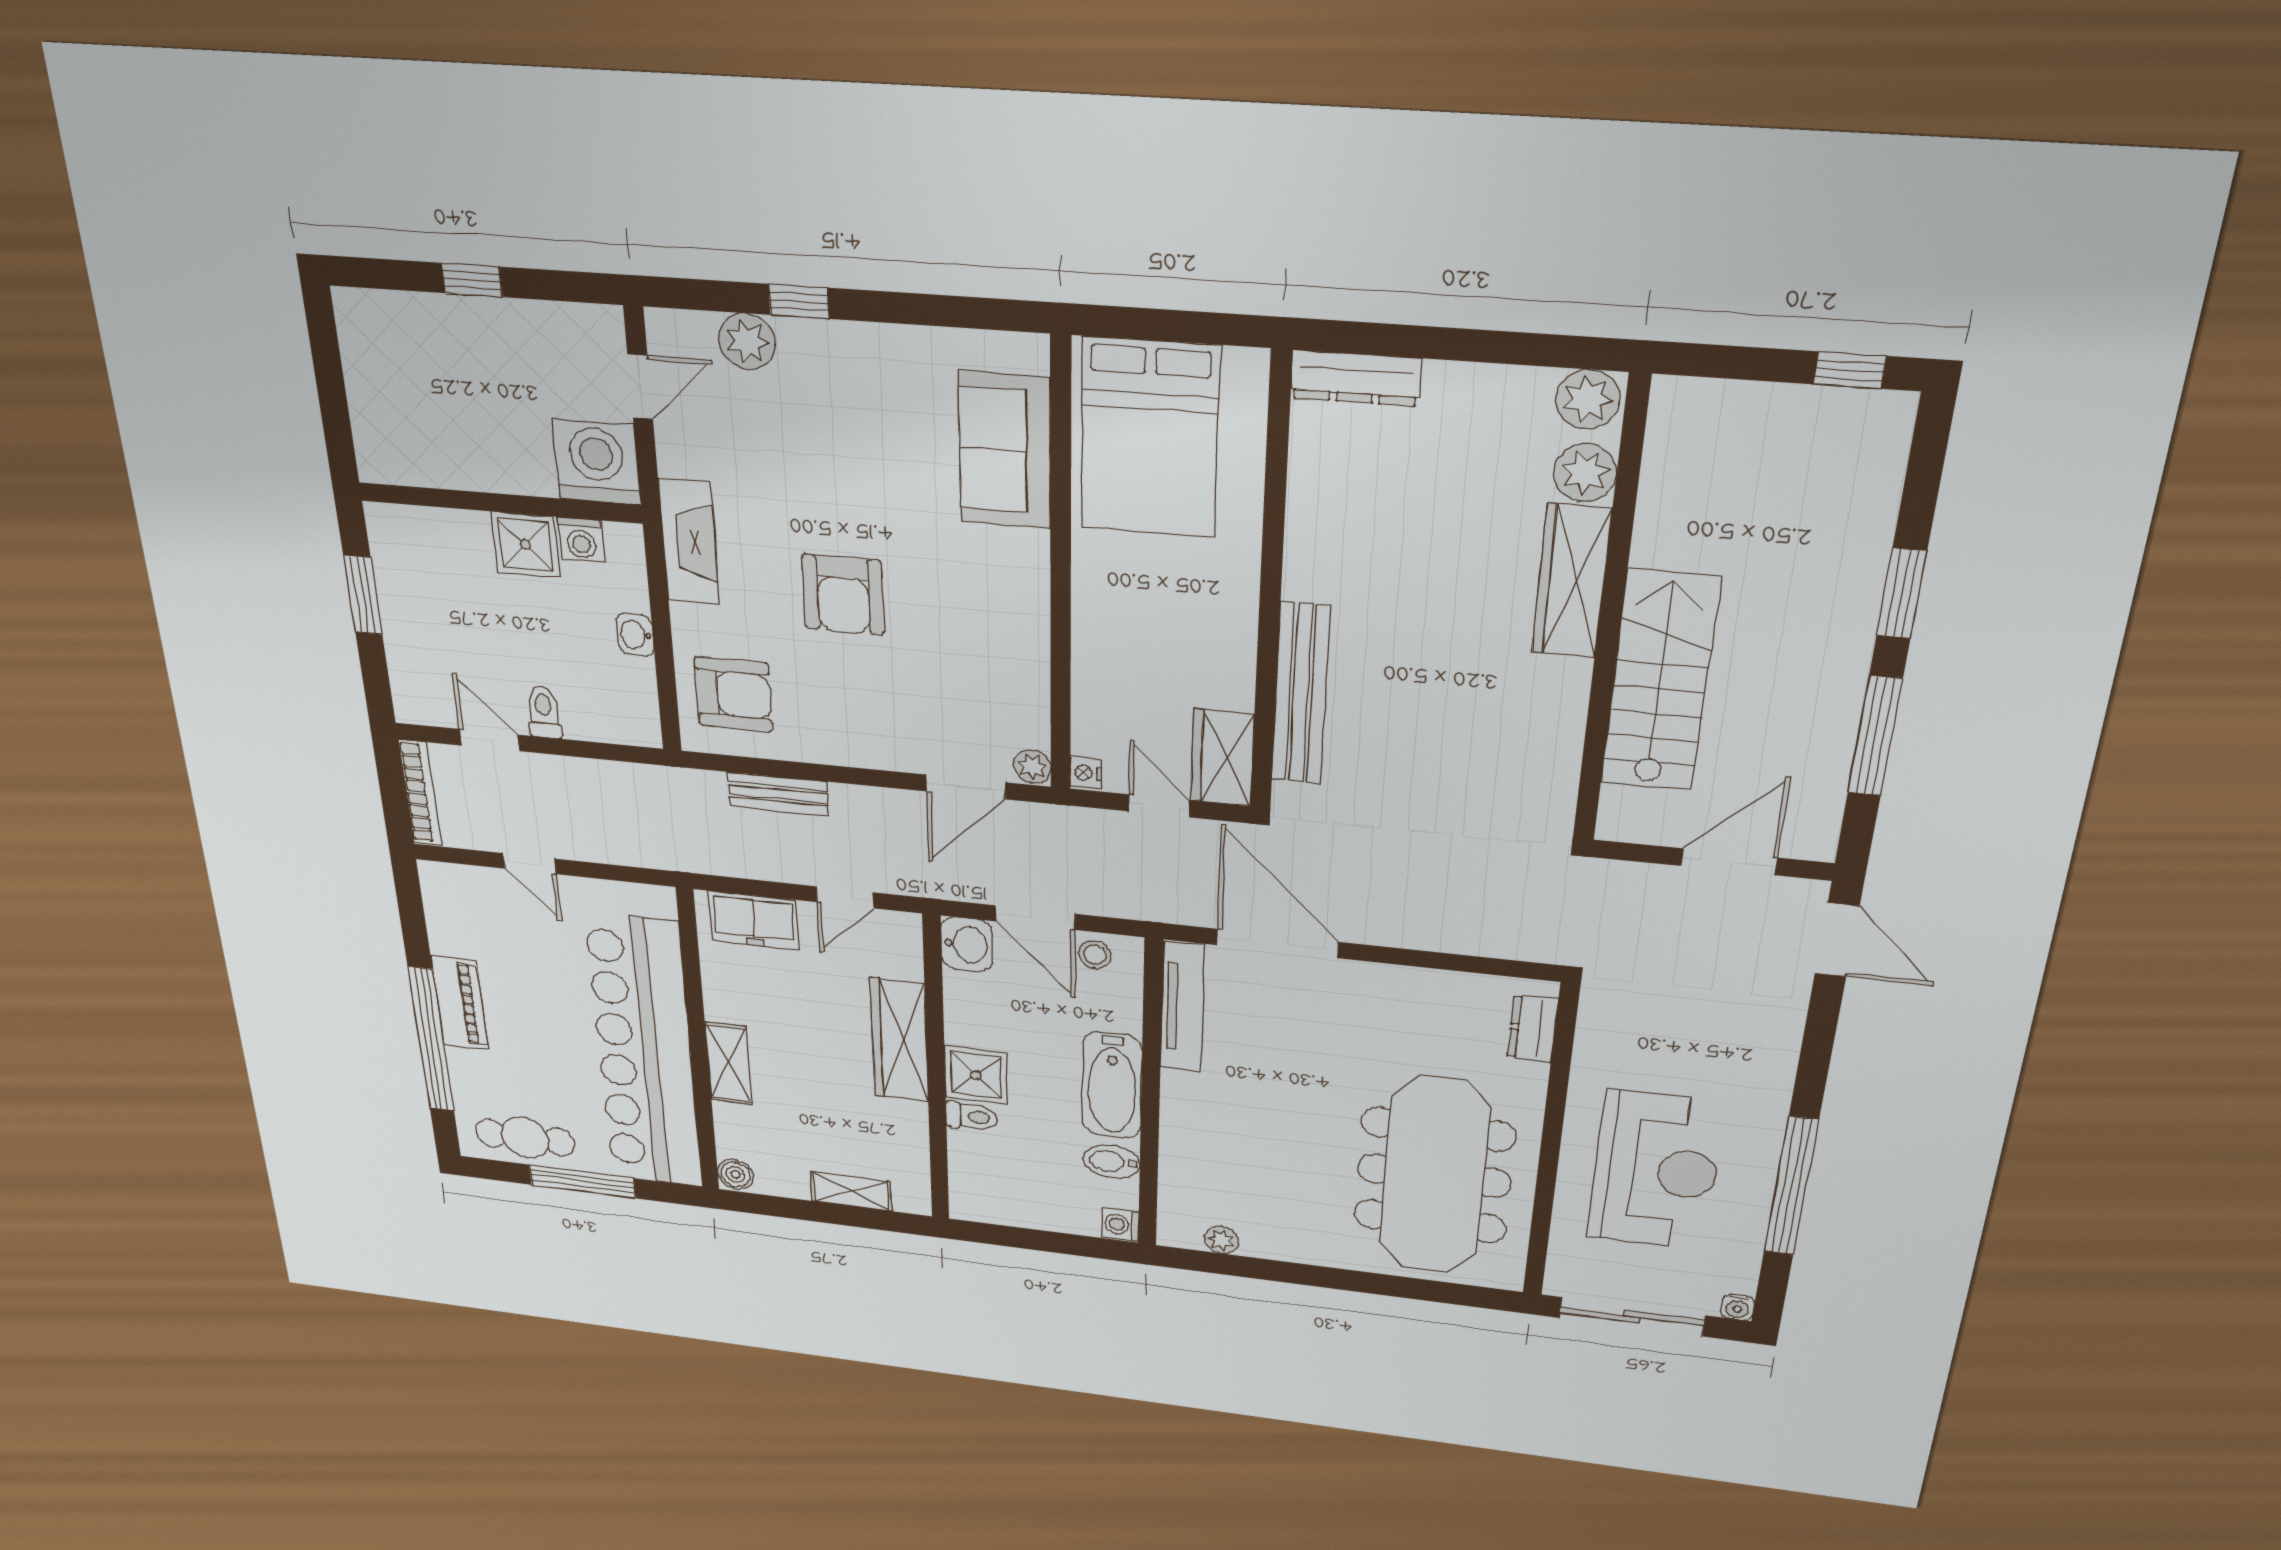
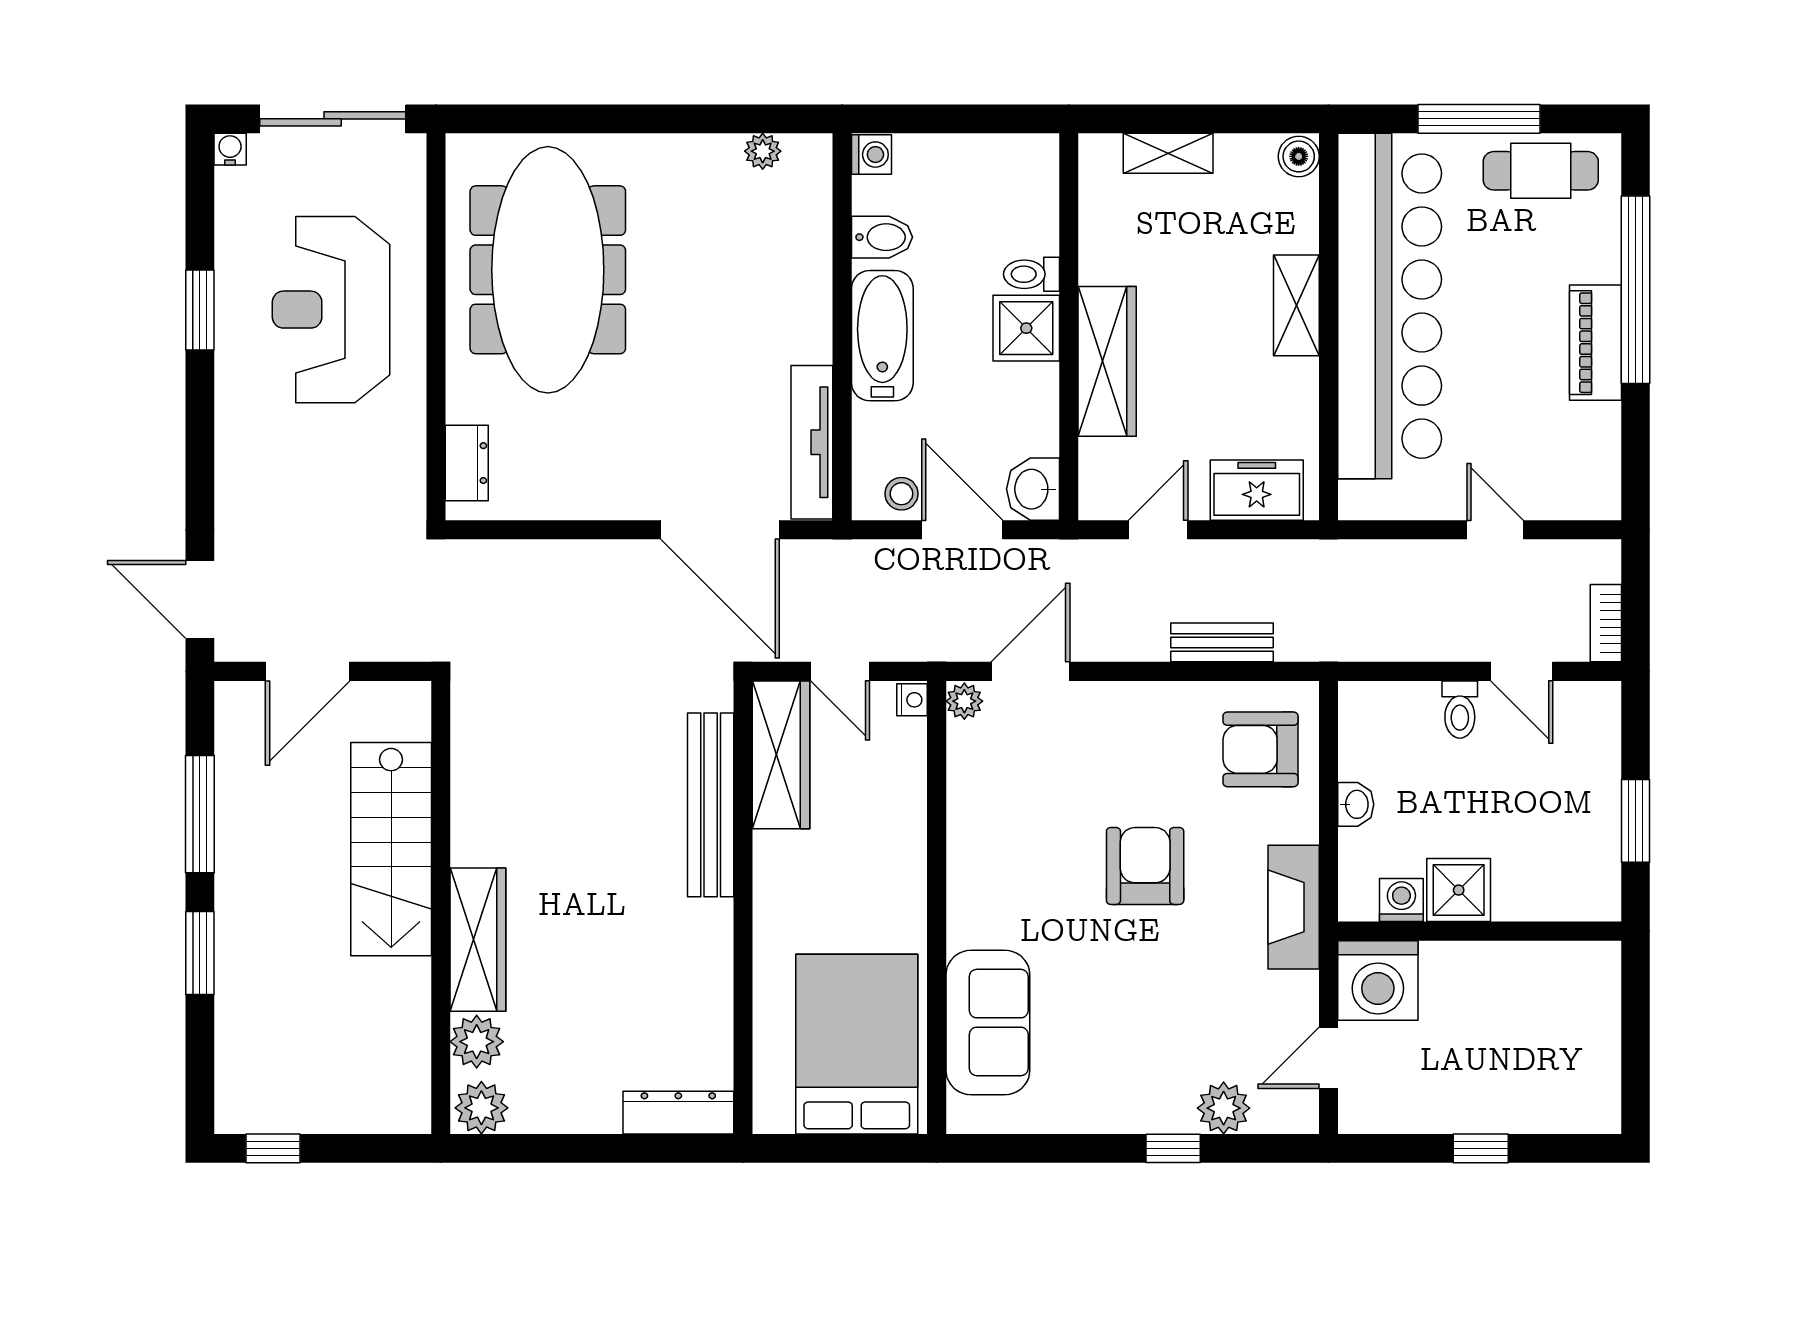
wardrobe: (1222, 758) -> (781, 755), width x1.50
bookcase: (420, 793) -> (1606, 623), width x0.64
window: (1791, 1186) -> (200, 310), width x0.47

